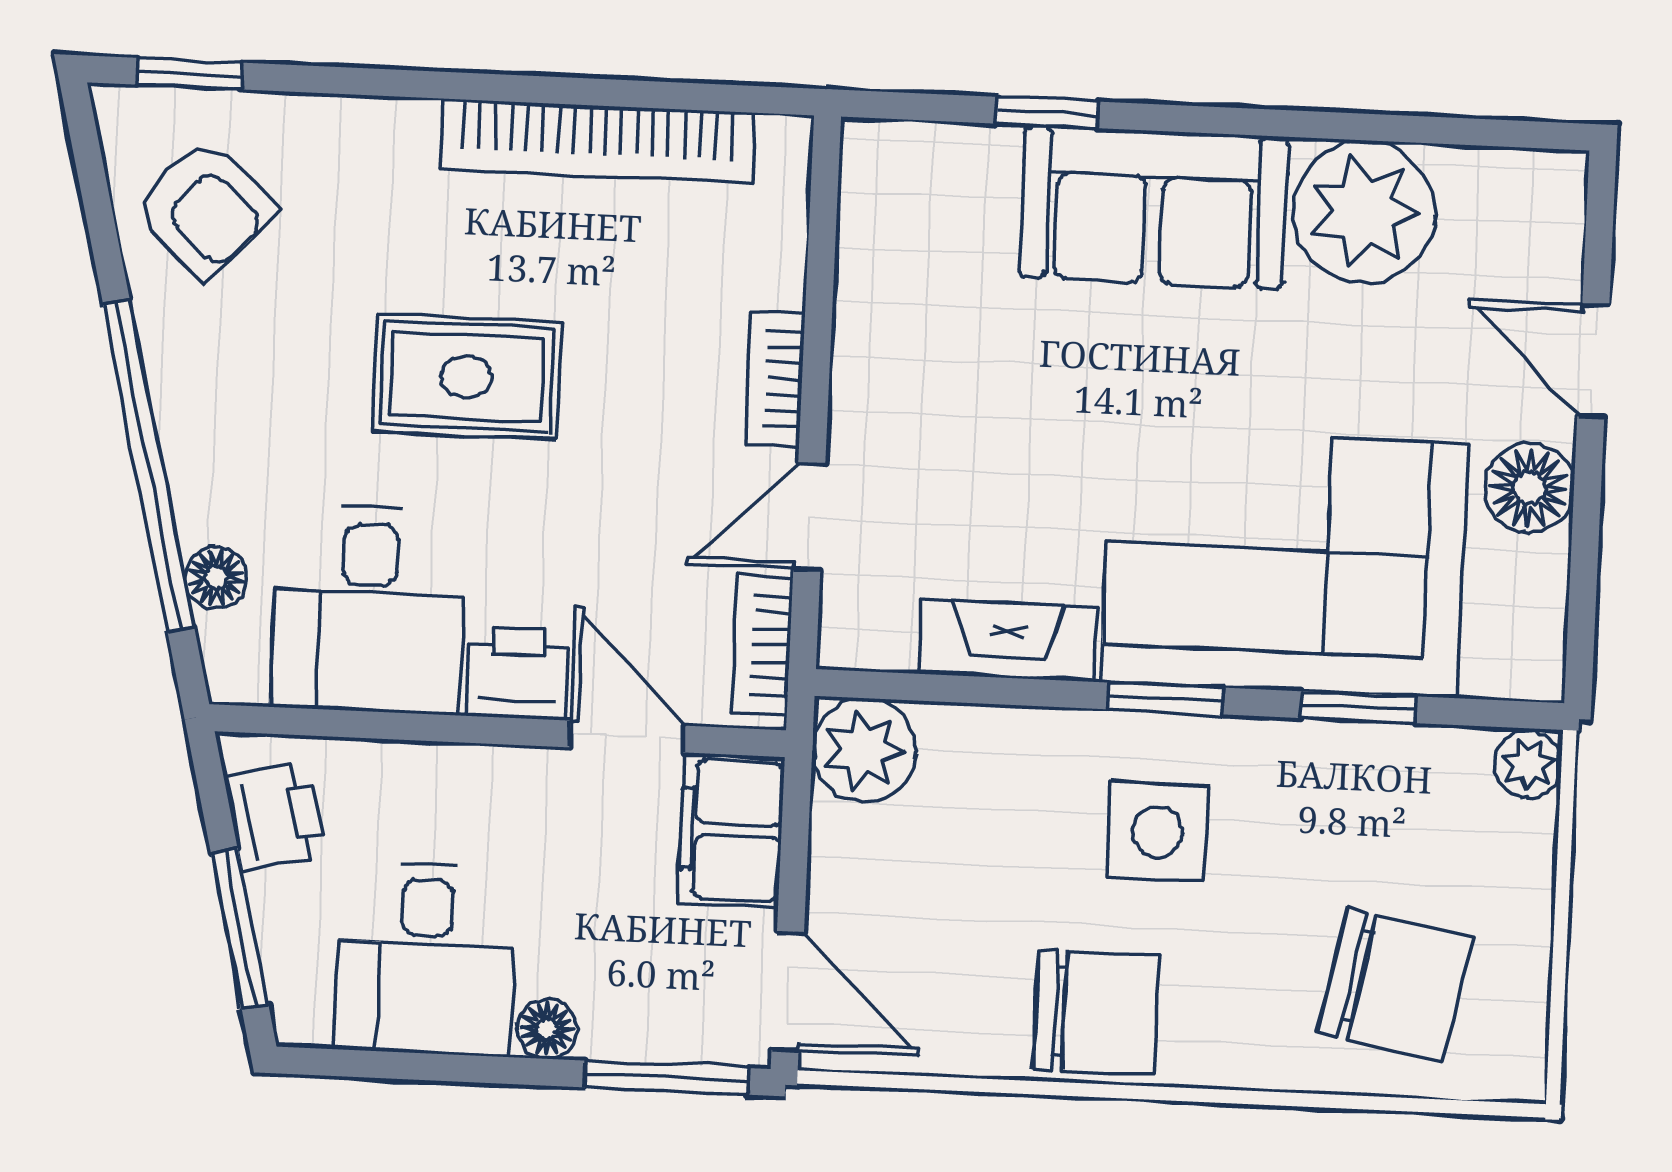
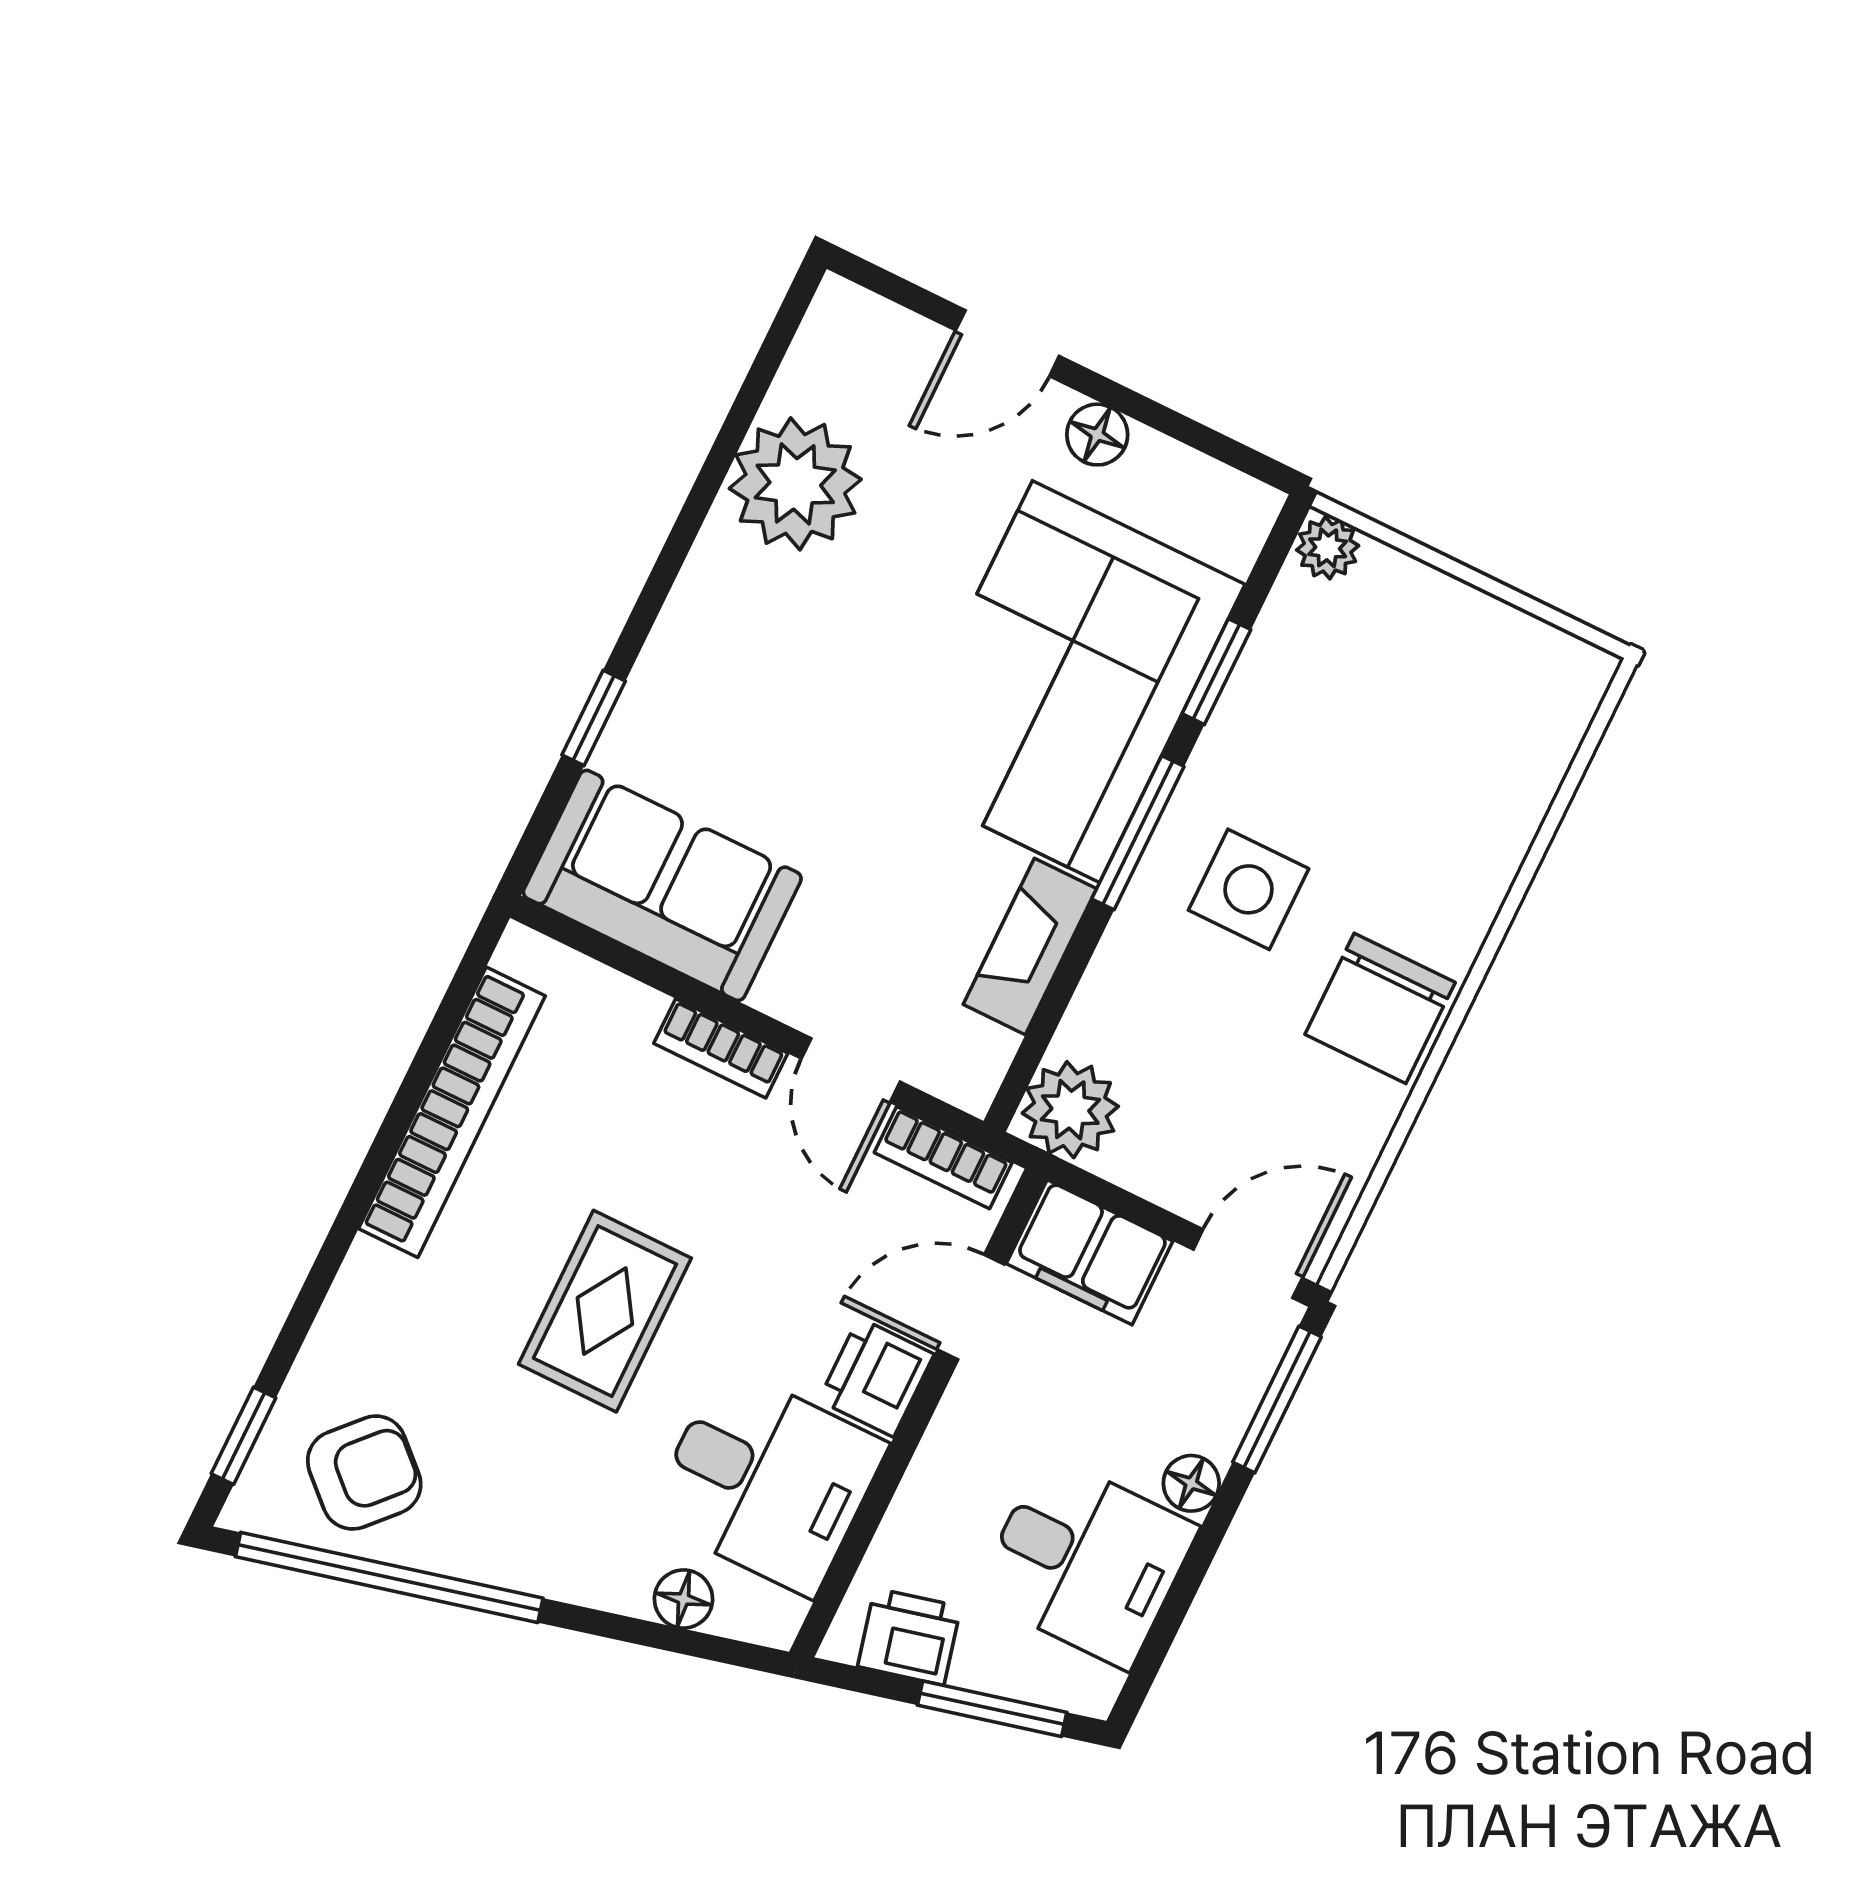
sofa: (1154, 207) -> (662, 885), moved, turned -90
window: (149, 466) -> (389, 1577), moved
floor lamp: (1529, 488) -> (1097, 435), width x0.73, depth x0.73
window: (1166, 698) -> (1138, 833), width x1.50
chair: (1395, 985) -> (1467, 743), removed
chair: (1096, 1012) -> (1380, 1008), turned 180

